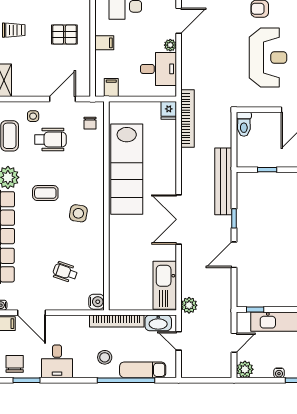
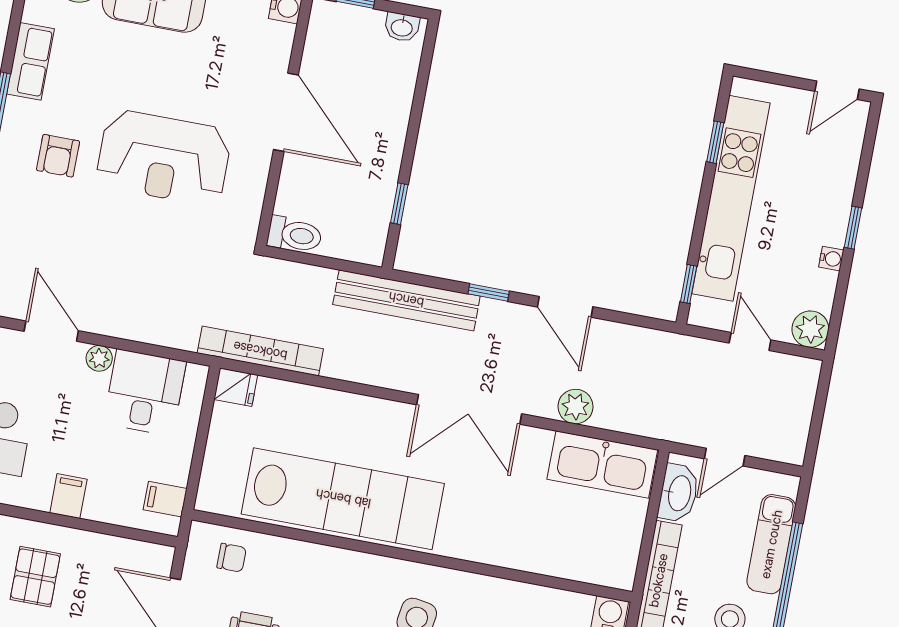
reception desk: (268, 58) -> (164, 158), turned 180
plant: (189, 305) -> (576, 407), moved

